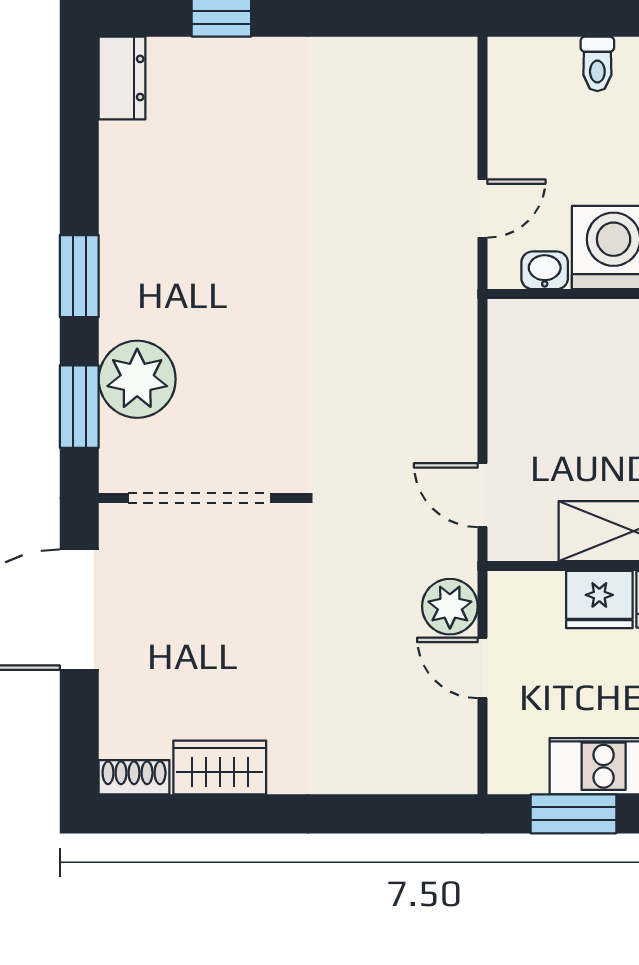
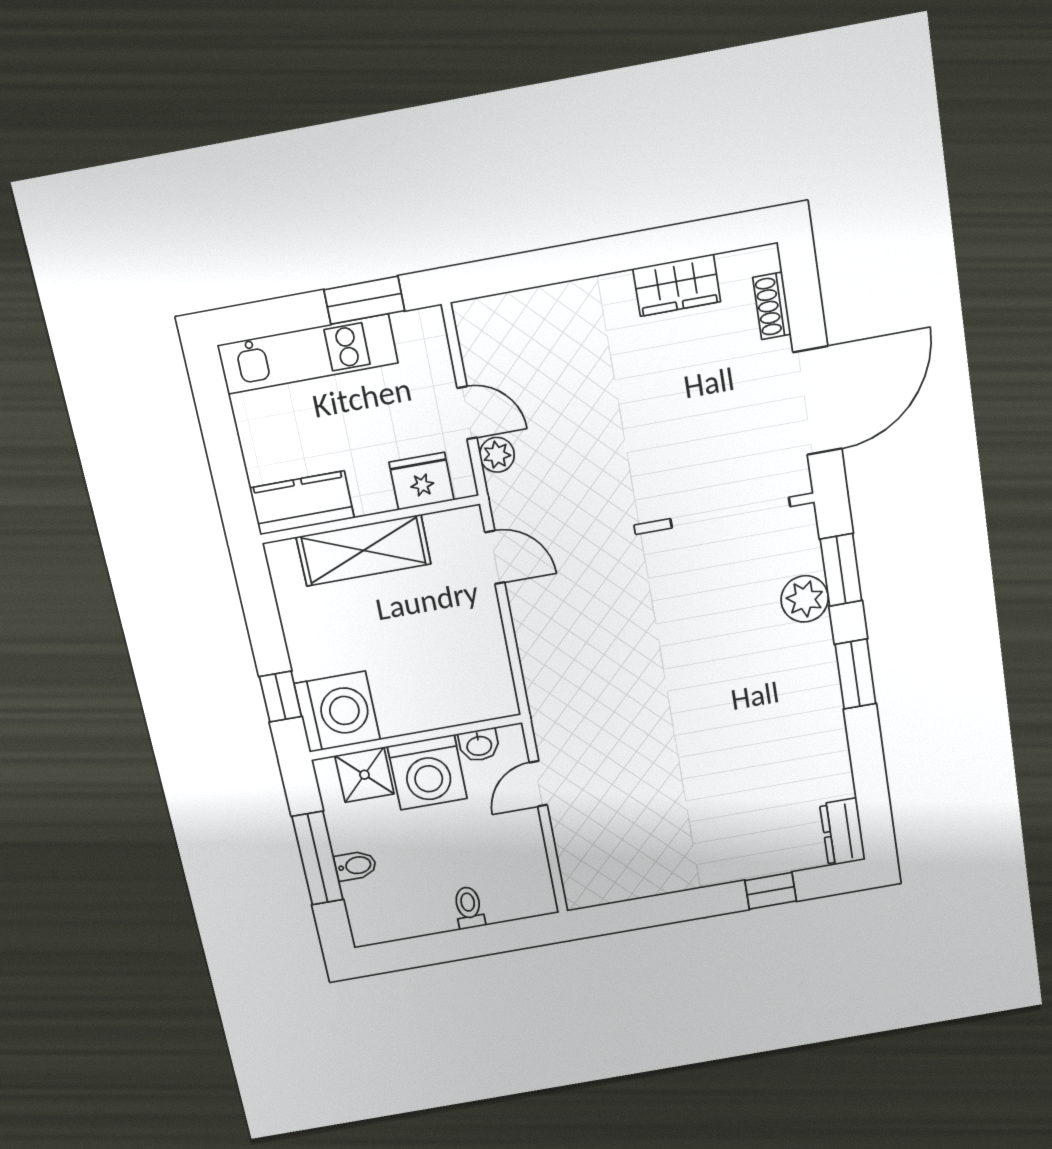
plant: (137, 379) -> (805, 599), width x0.73, depth x0.73
fridge: (599, 600) -> (422, 481), moved
plant: (450, 607) -> (497, 455), width x0.73, depth x0.73
shoe rack: (134, 777) -> (772, 306), moved, turned 90

